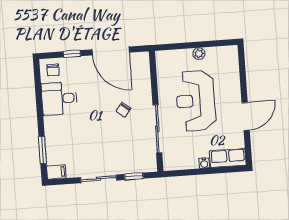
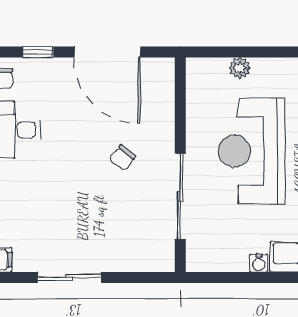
plant: (199, 54) -> (240, 68), moved
window: (134, 176) -> (132, 277), removed

